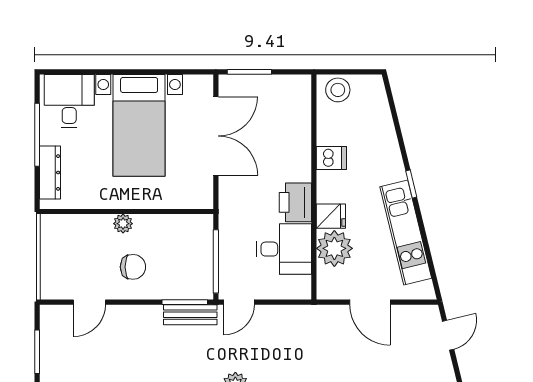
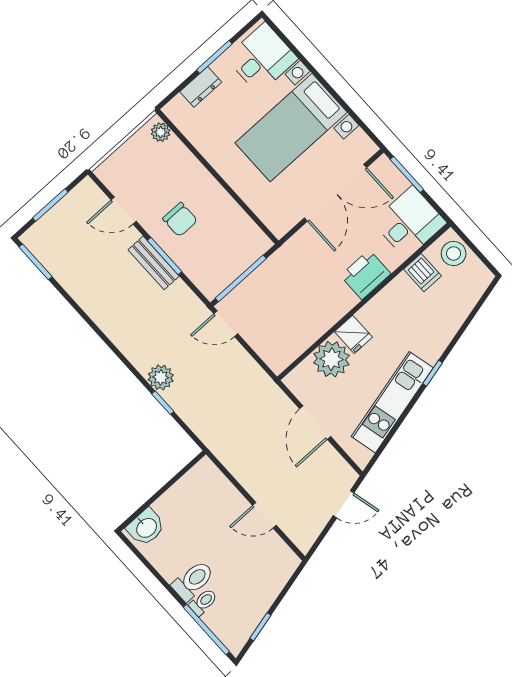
window: (37, 135) -> (214, 57), width x0.69
dishwasher: (331, 158) -> (423, 273), moved
dresser: (50, 172) -> (201, 87), width x0.70
printer: (295, 202) -> (366, 275), moved
plant: (123, 224) -> (161, 132), moved
desk: (284, 249) -> (409, 222), moved, turned -90
window: (185, 302) -> (165, 256), moved
bench: (190, 315) -> (154, 263), moved

